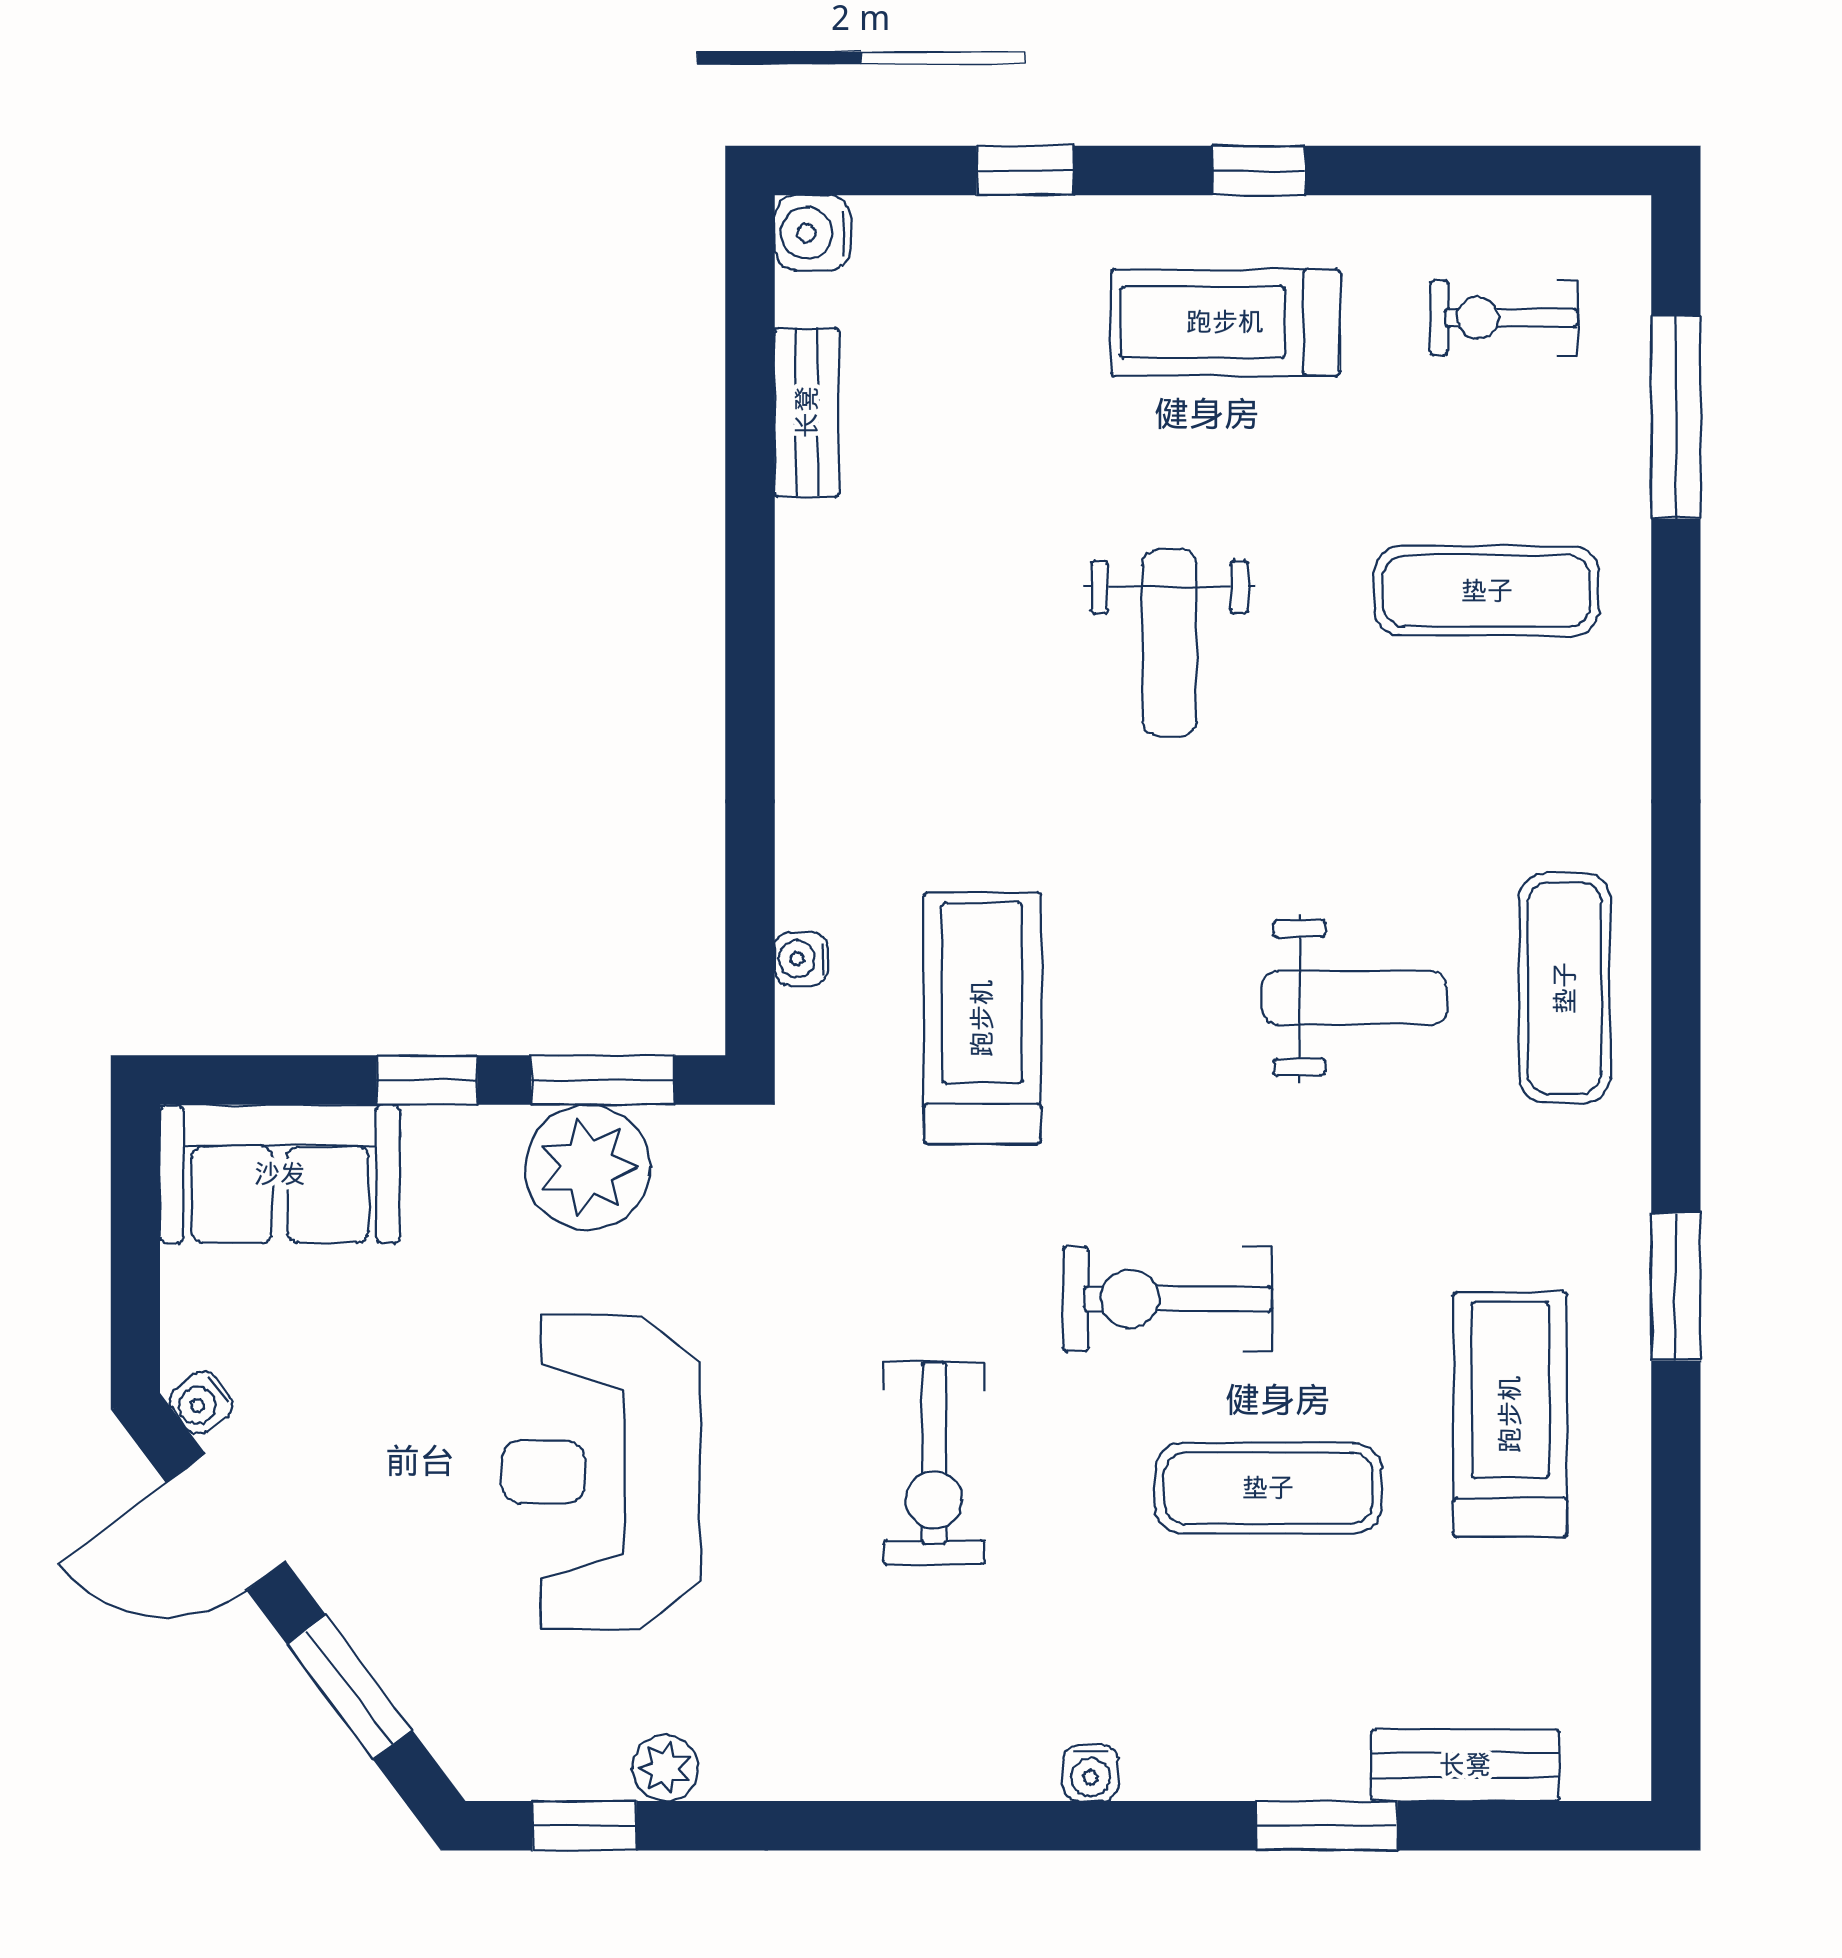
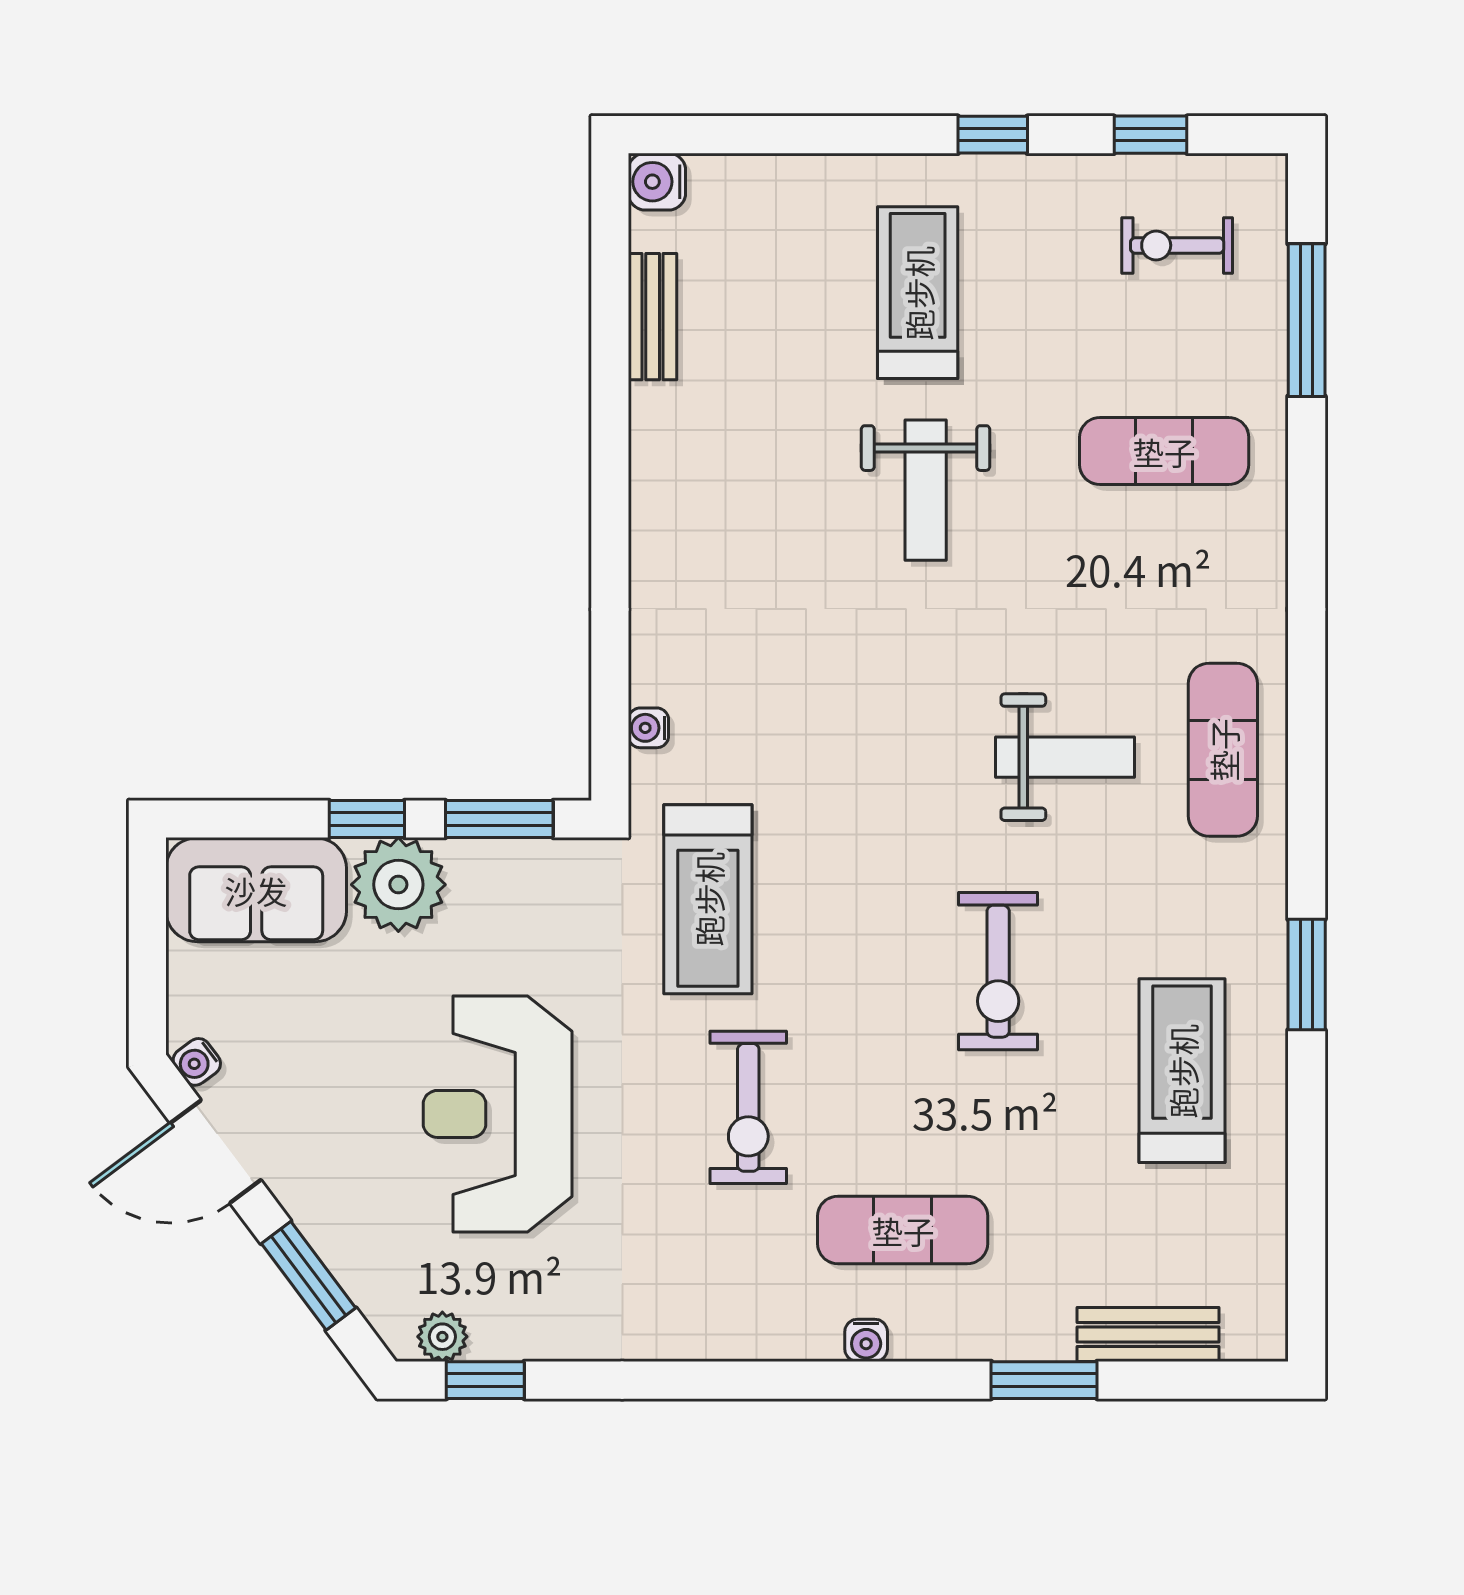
window: (1025, 170) -> (1151, 135), moved
treadmill: (1225, 322) -> (918, 293), moved, turned 90
treadmill: (982, 1018) -> (708, 899), moved, turned 180
plant: (588, 1167) -> (398, 885), moved
exercise bike: (1168, 1299) -> (998, 971), moved, turned -90
exercise mat: (1268, 1488) -> (903, 1230), moved
plant: (665, 1768) -> (442, 1337), moved

